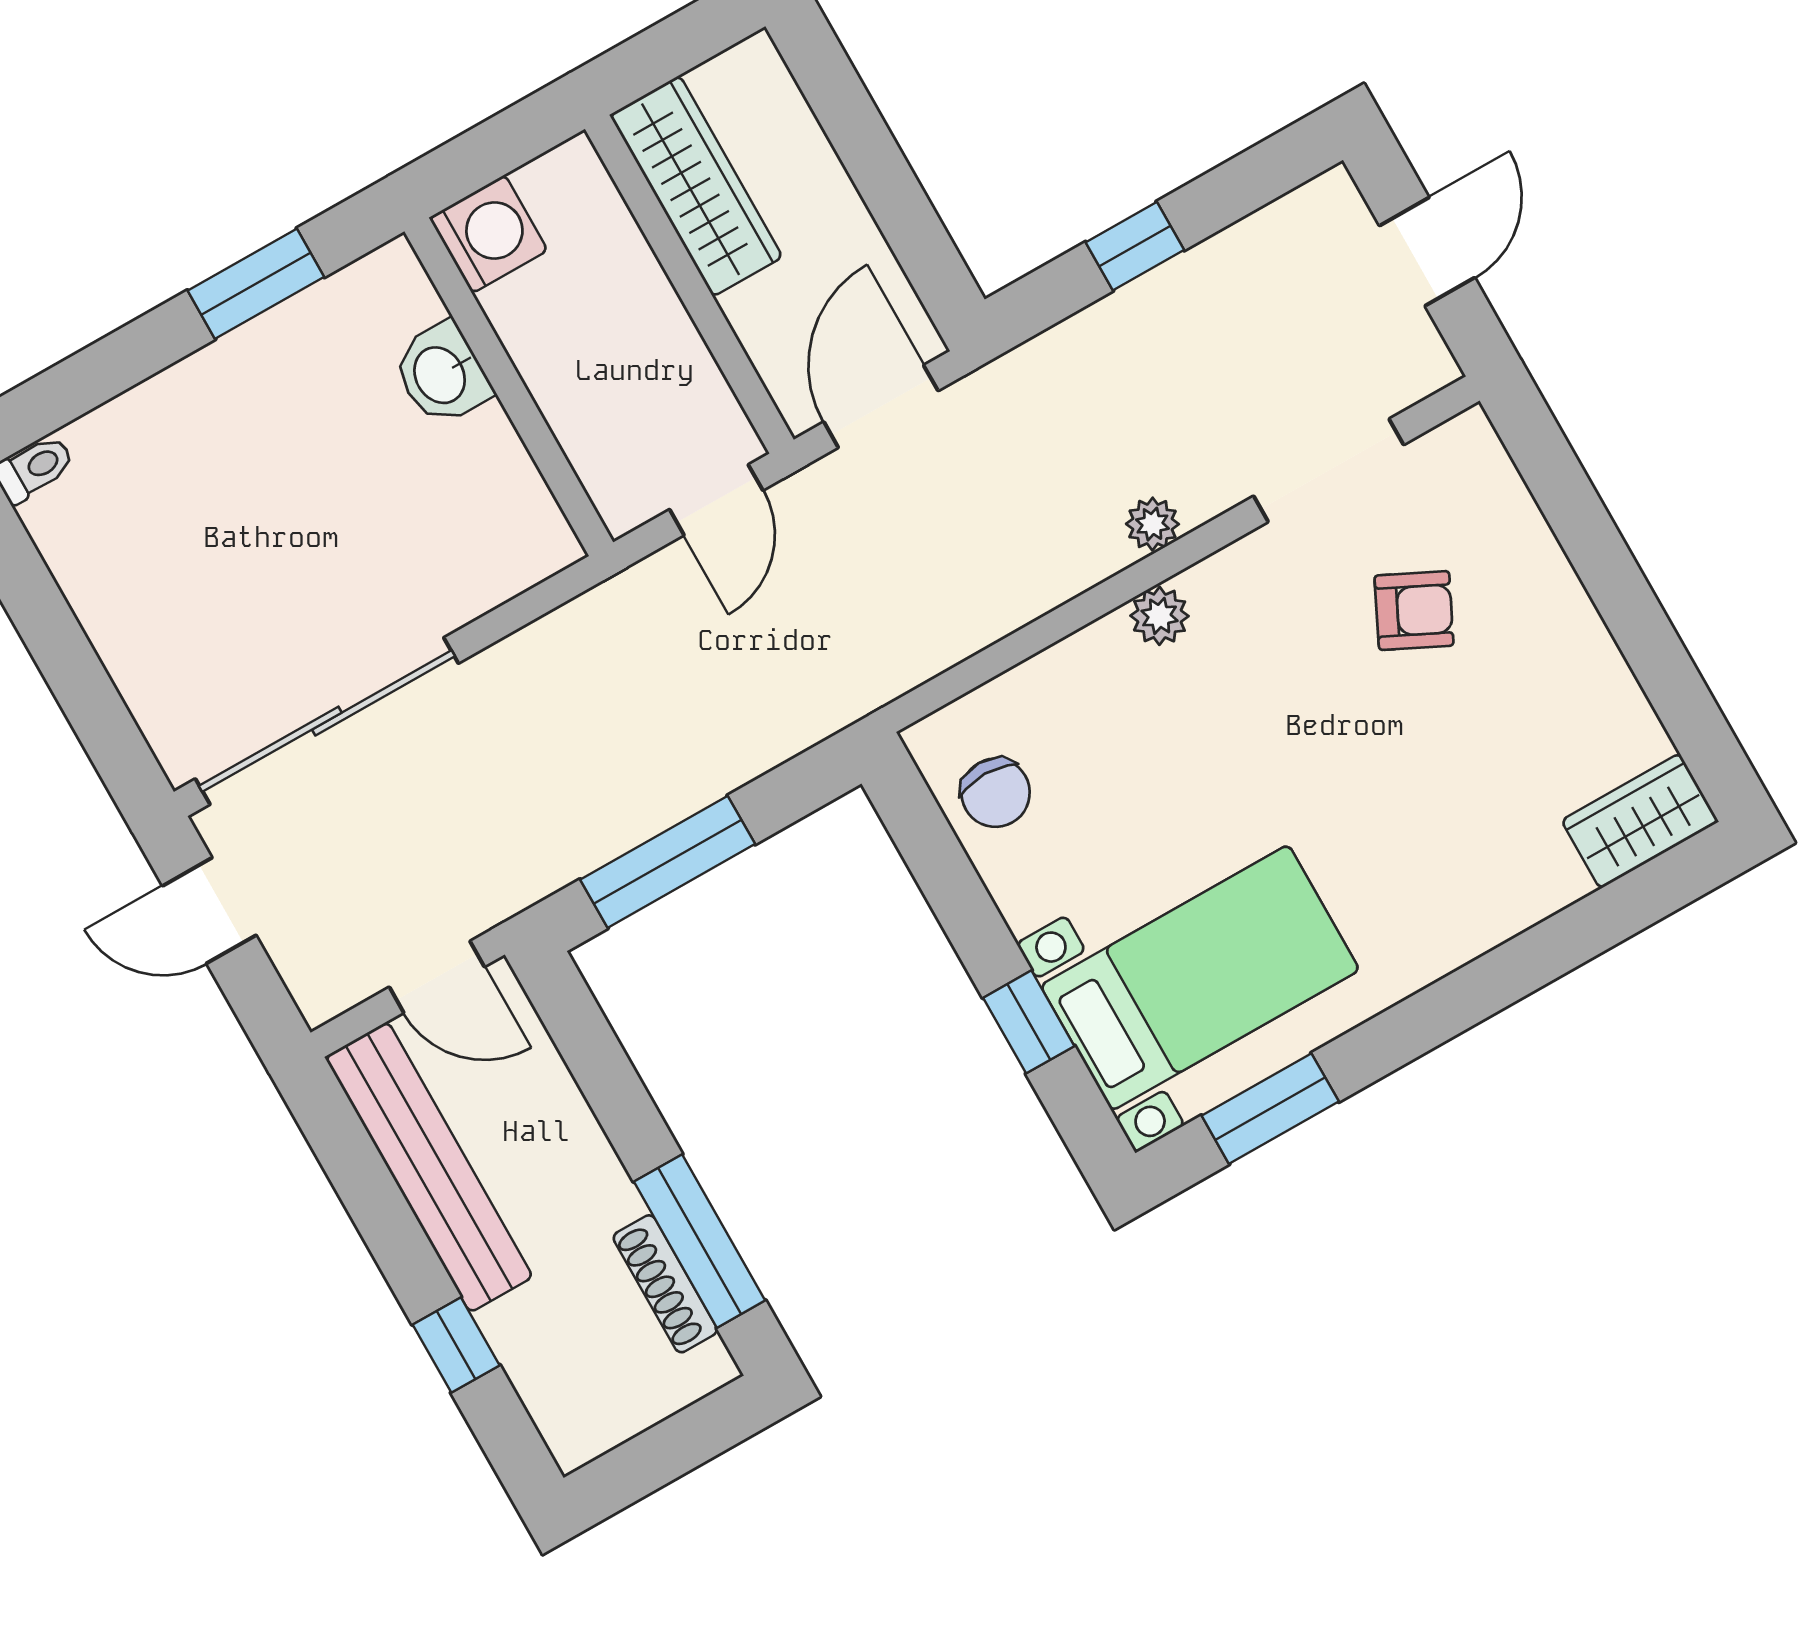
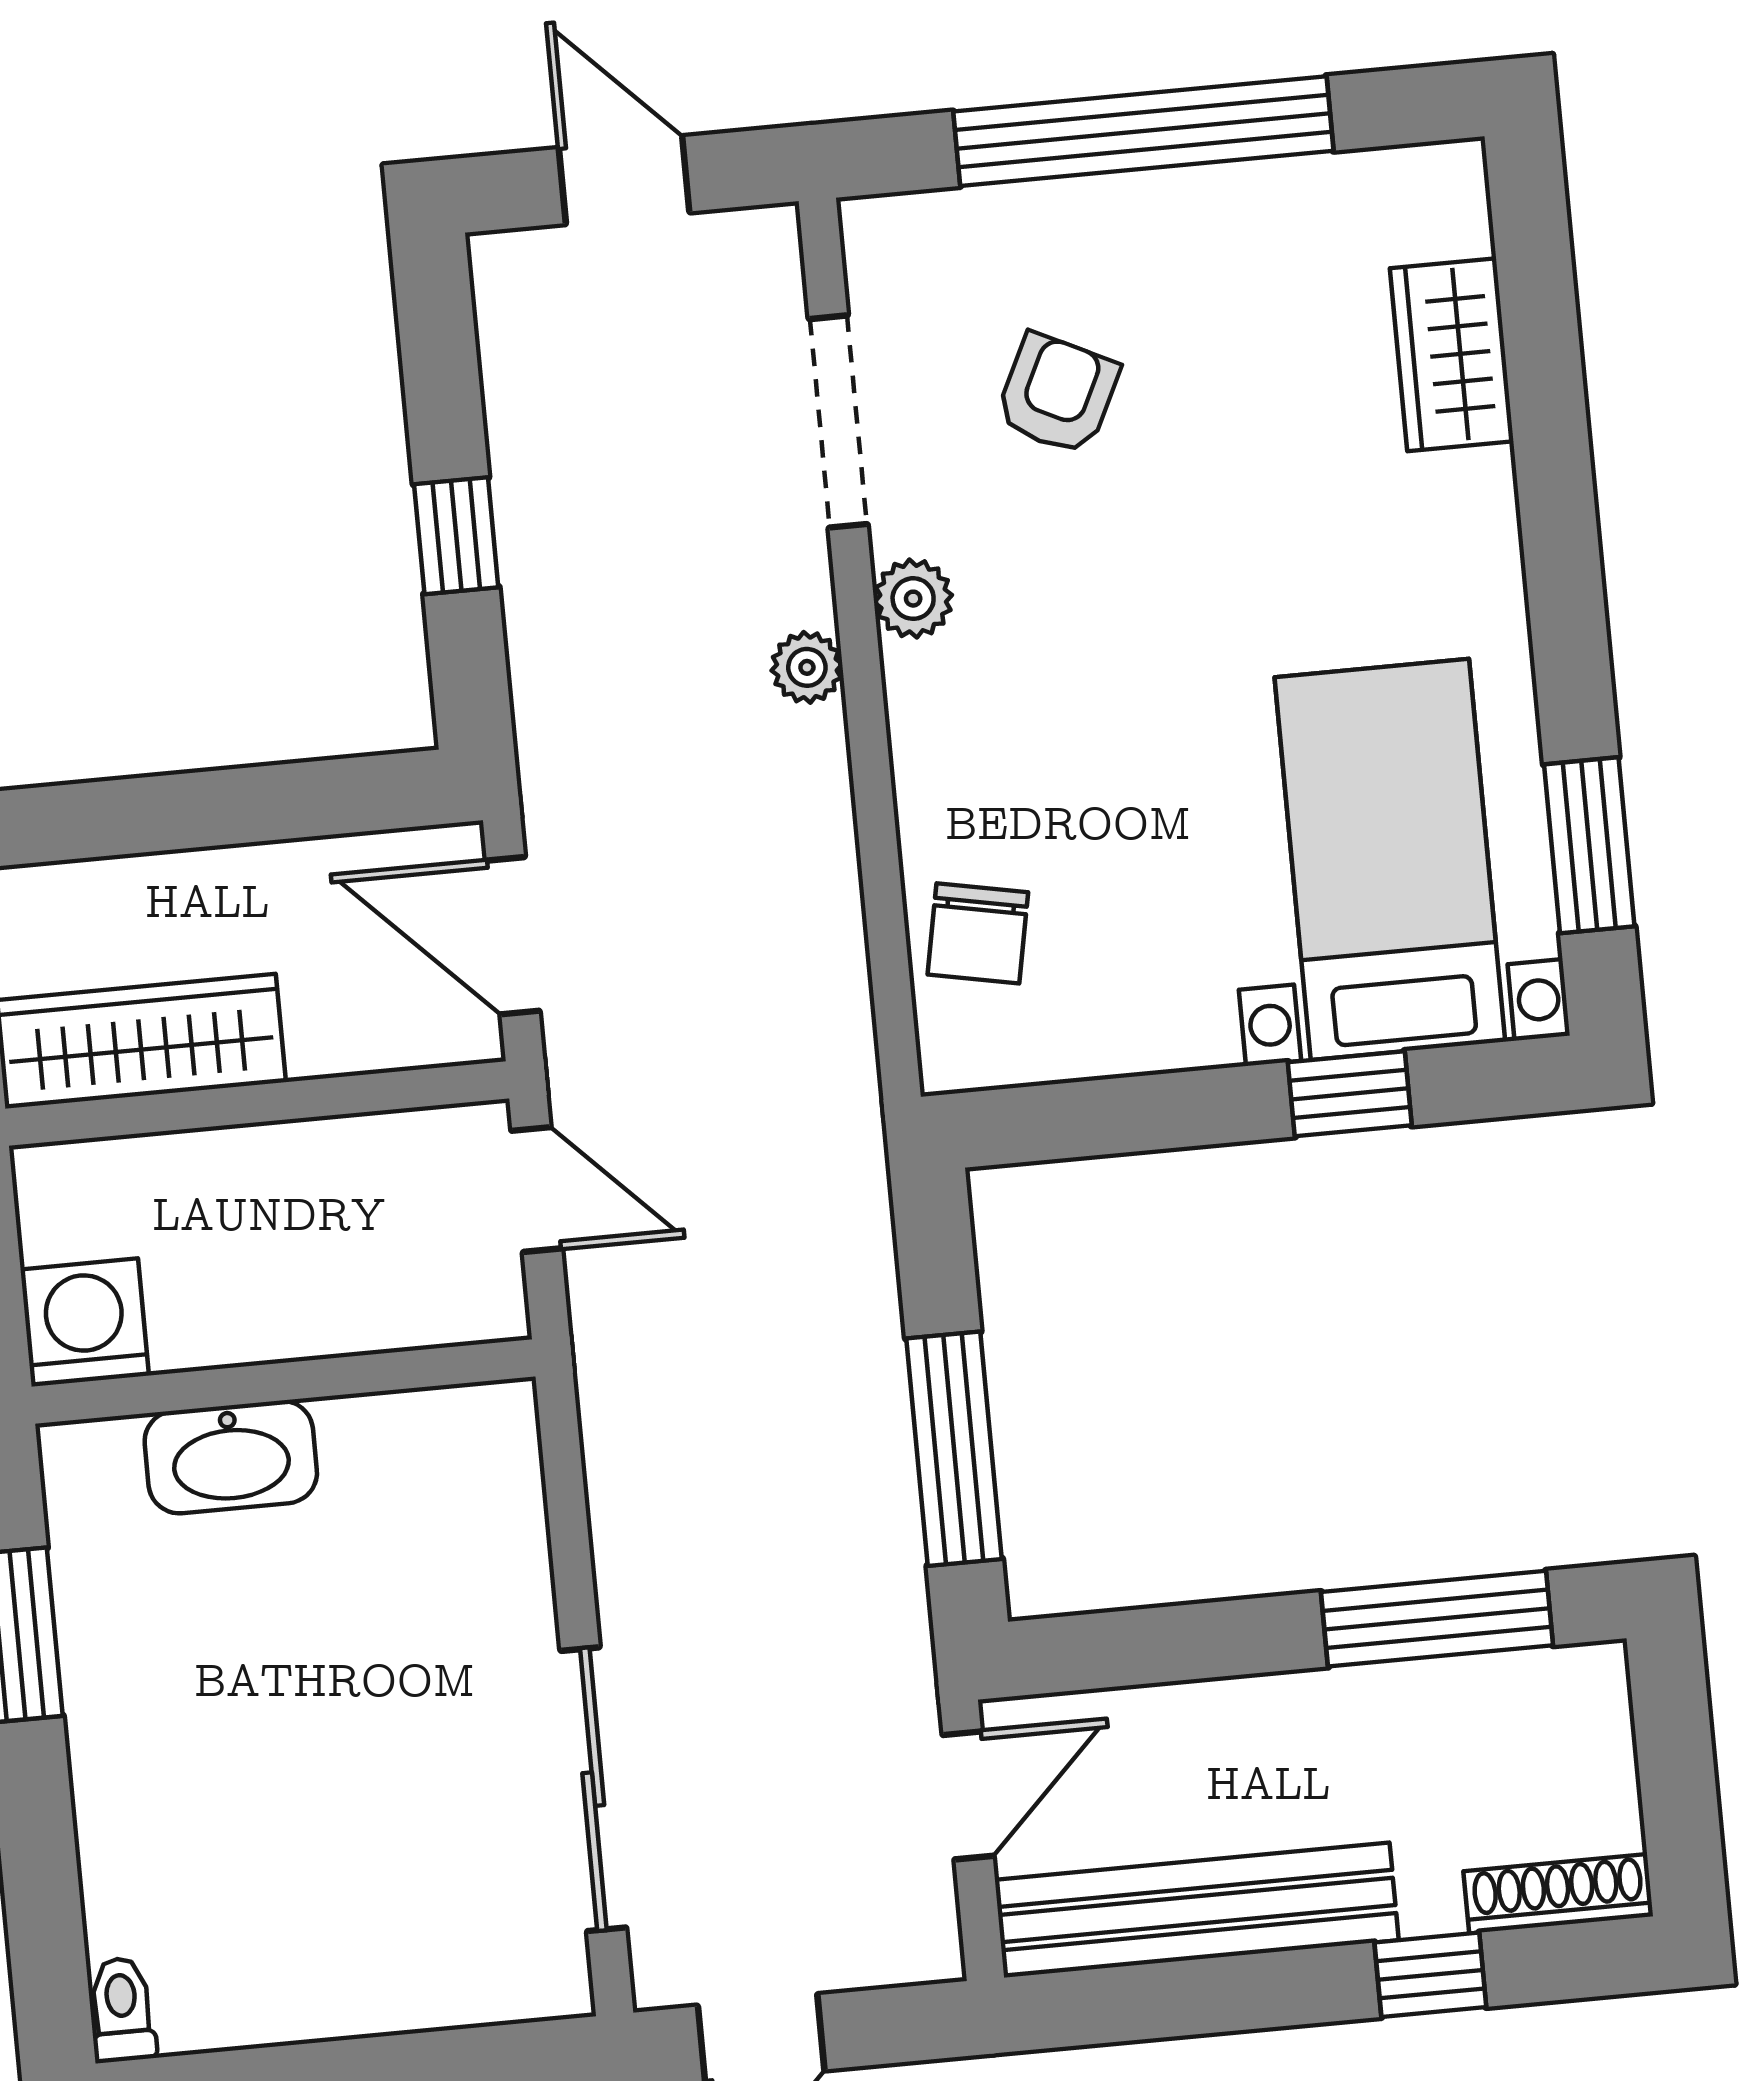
washbasin: (442, 374) -> (231, 1457), width x1.38
window: (1619, 589) -> (1143, 131), added
plant: (1160, 616) -> (913, 599), moved
sliding door: (327, 721) -> (593, 1789), width x0.73
chair: (996, 793) -> (978, 933), moved, turned 101
wardrobe: (1640, 821) -> (1452, 355), moved
shoe rack: (665, 1284) -> (1558, 1894), moved, turned 180

